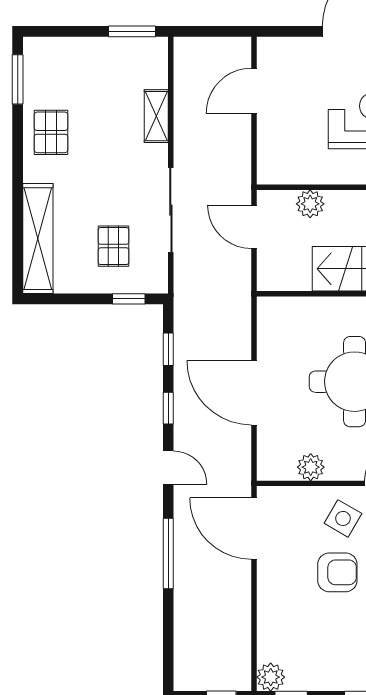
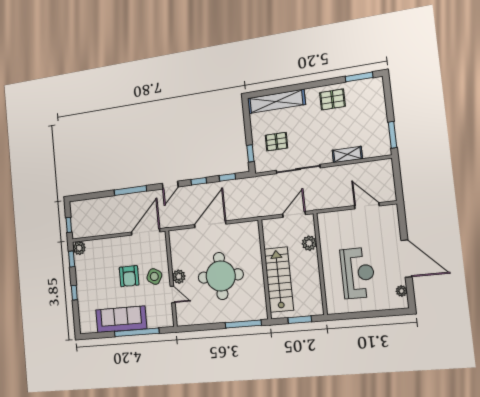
plant: (311, 467) -> (179, 277), moved

